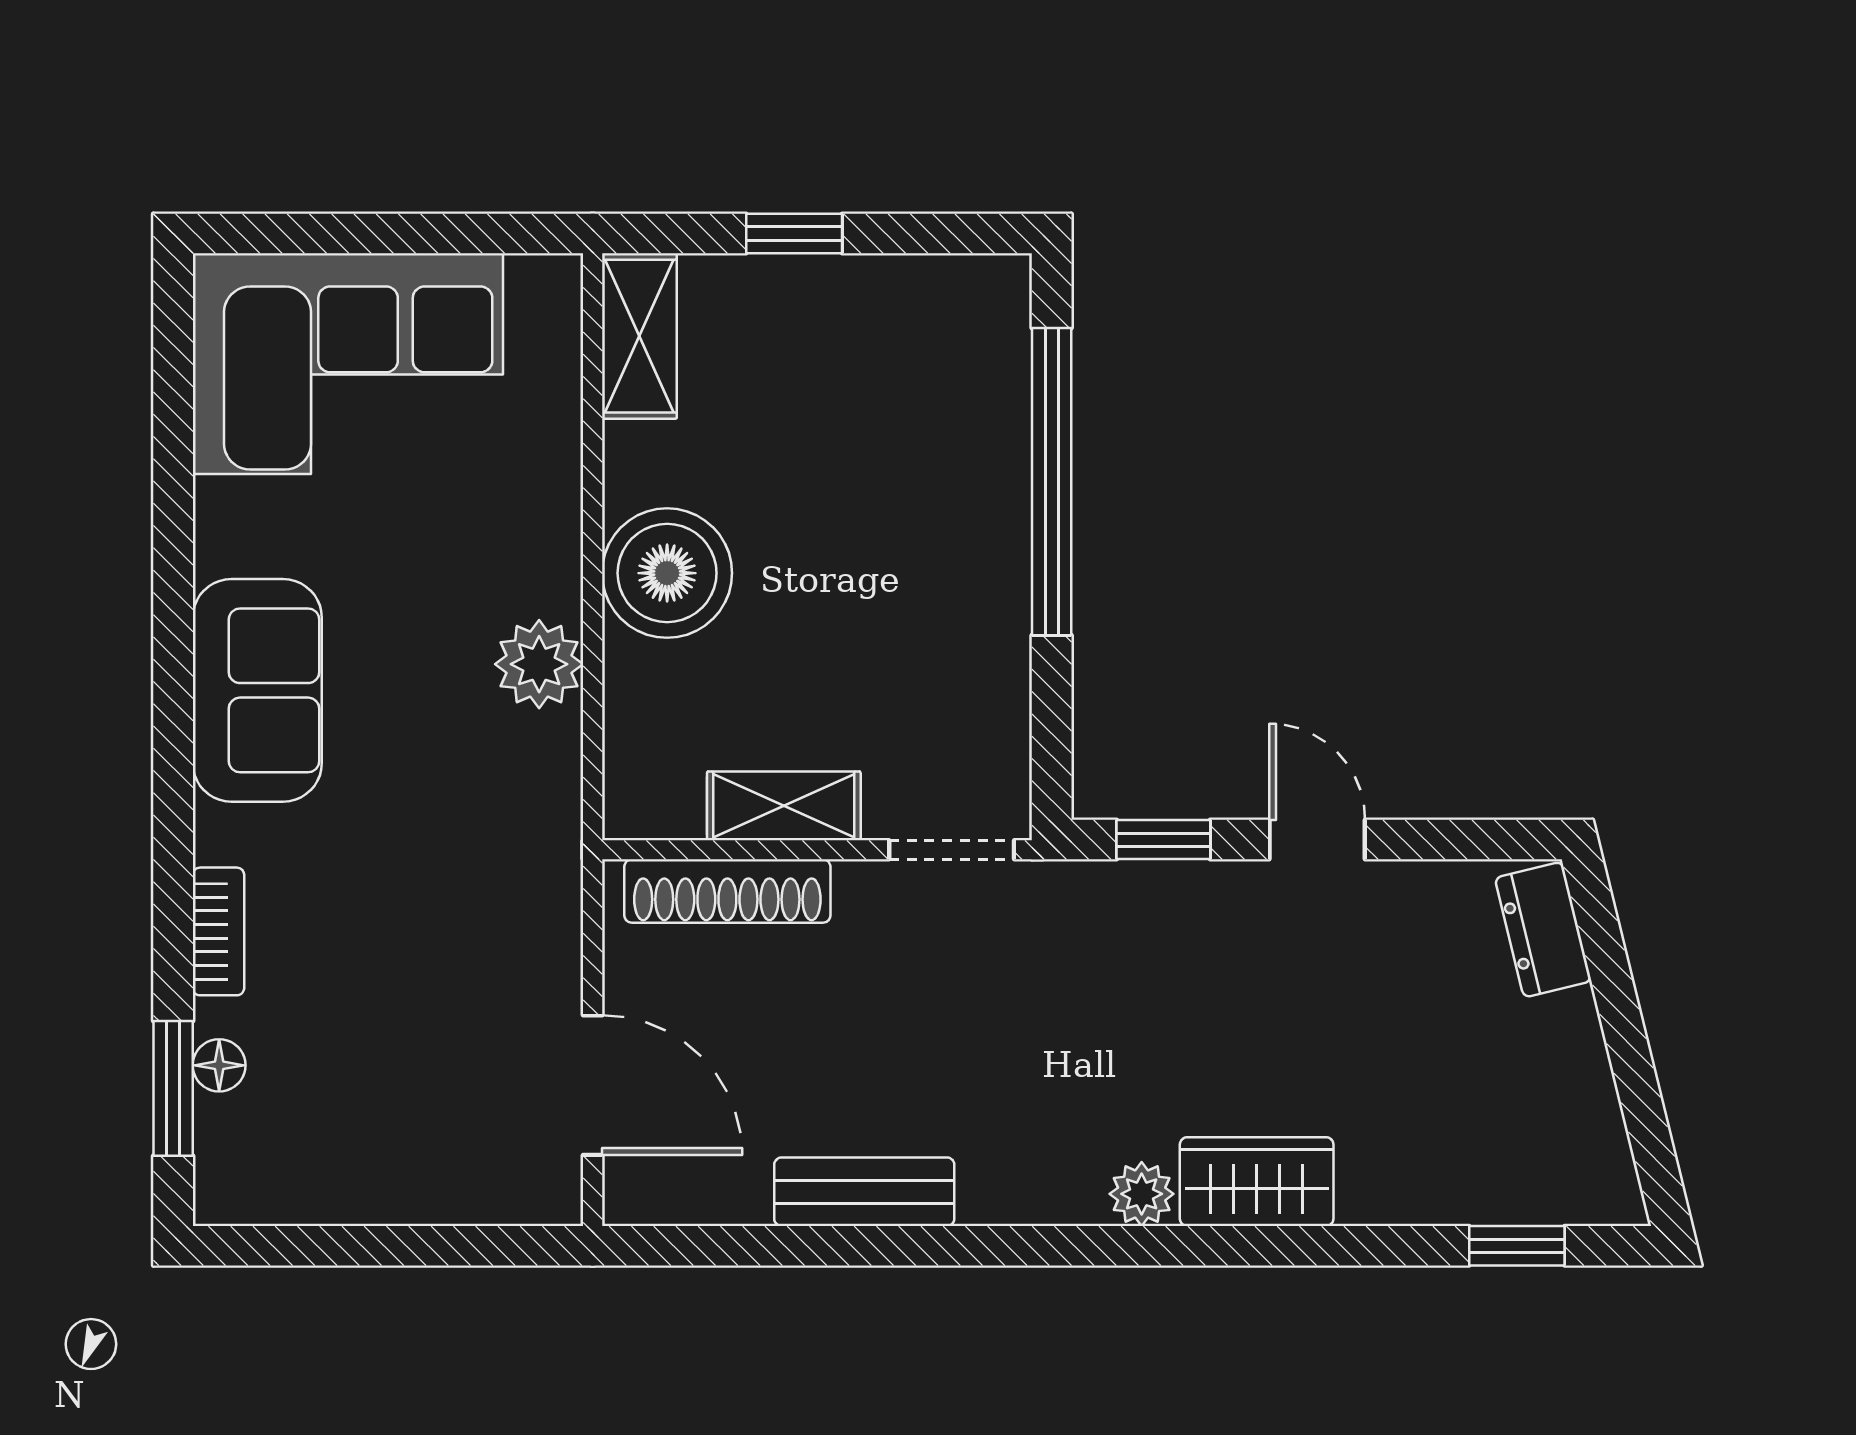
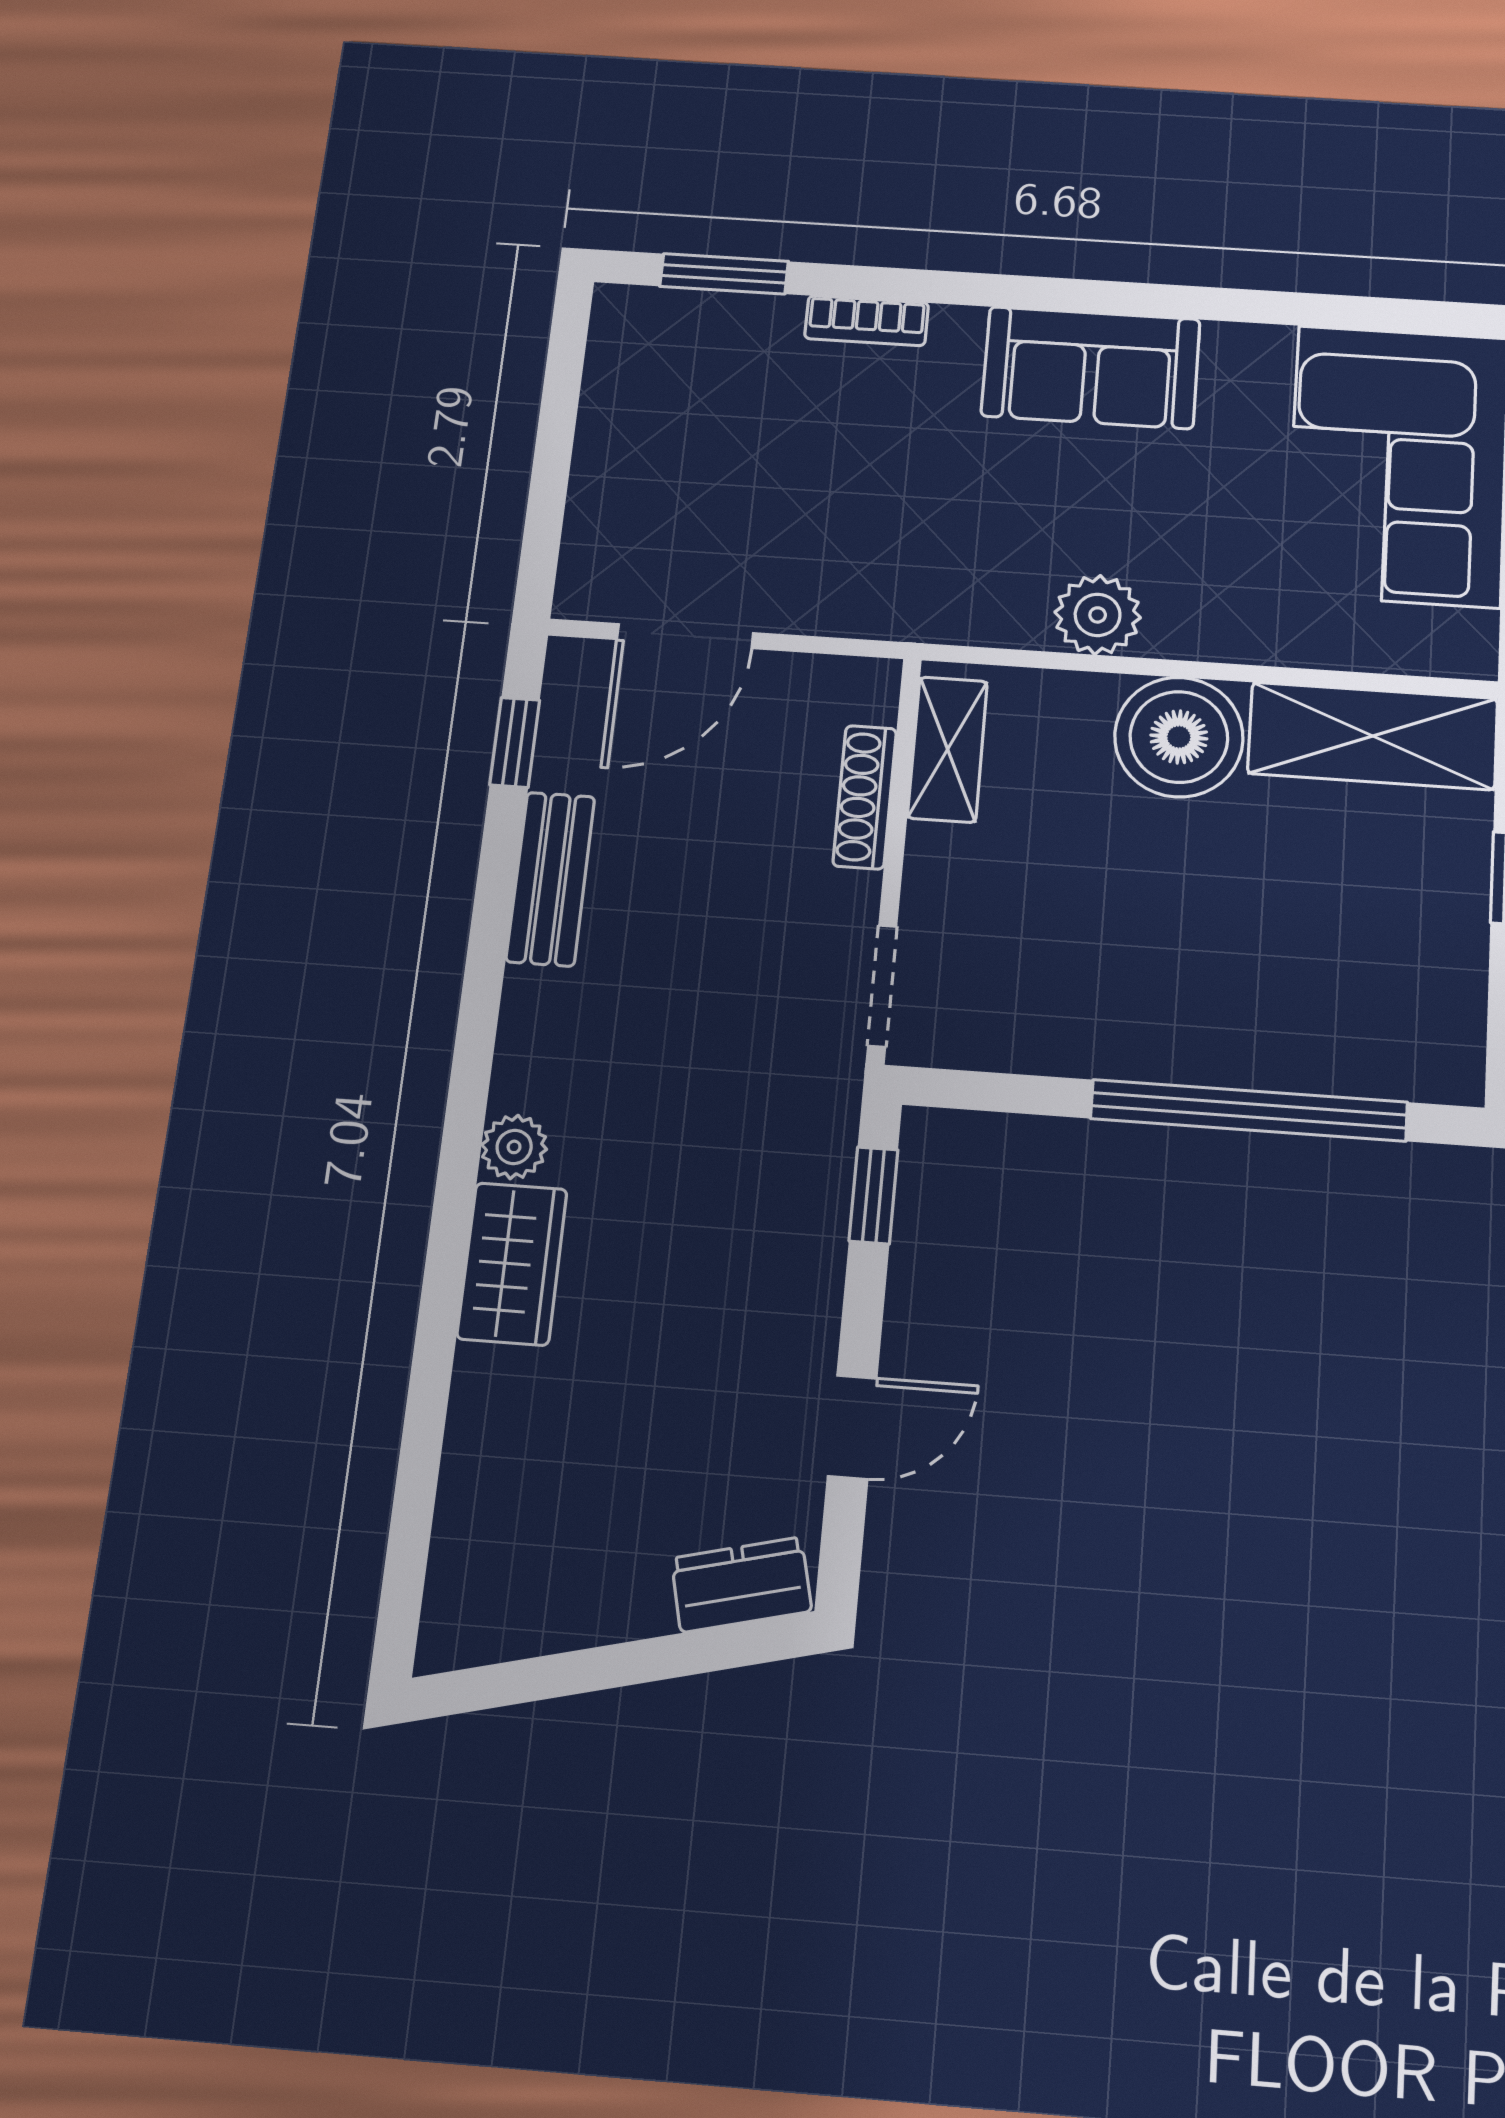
shelving: (639, 336) -> (1373, 736), width x1.50, depth x1.33
shelving: (784, 806) -> (948, 749), moved
door: (1317, 840) -> (852, 1427), moved
shoe rack: (727, 891) -> (865, 797), width x0.74, depth x0.81
floor lamp: (219, 1065) -> (741, 313), removed
window: (1517, 1246) -> (515, 742), moved

